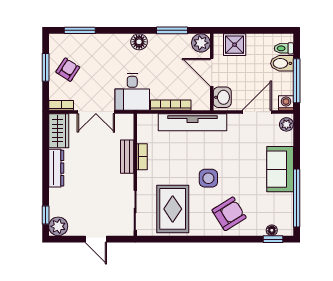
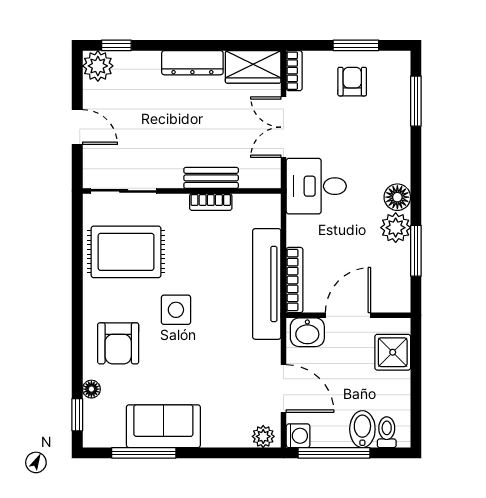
plant: (201, 43) -> (396, 228), moved
armchair: (68, 70) -> (352, 82), turned -123
bookcase: (171, 105) -> (295, 280), moved
sofa: (280, 169) -> (163, 426), moved
window: (297, 198) -> (144, 453), width x0.68
armchair: (229, 214) -> (118, 343), turned 32
floor lamp: (272, 230) -> (91, 389), moved
door: (96, 239) -> (77, 127), swing flipped

